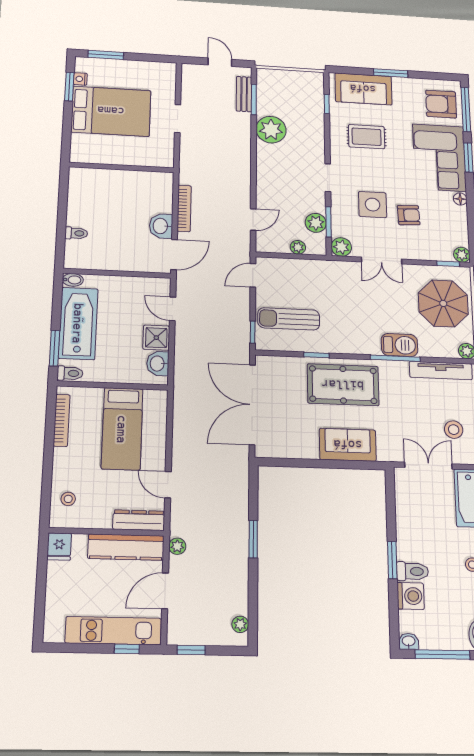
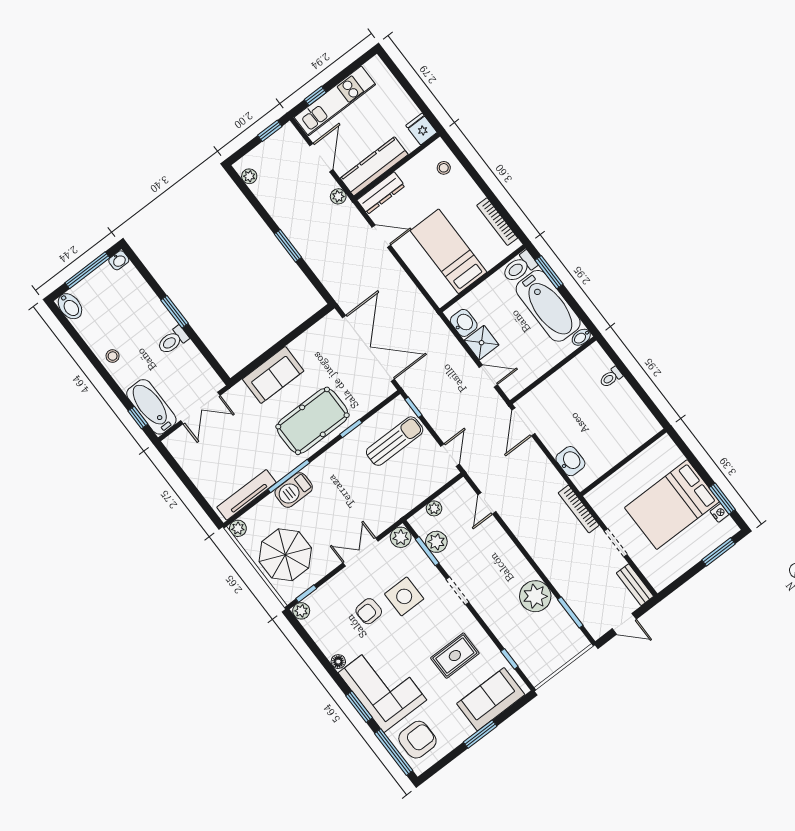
bench: (244, 94) -> (635, 585), moved
bookcase: (184, 208) -> (579, 509), moved
washbasin: (161, 226) -> (570, 461), moved
toilet: (70, 373) -> (519, 267), width x1.37, depth x1.39
stool: (454, 430) -> (202, 453), removed
toilet: (412, 571) -> (173, 340), moved
washing machine: (411, 596) -> (141, 295), removed

